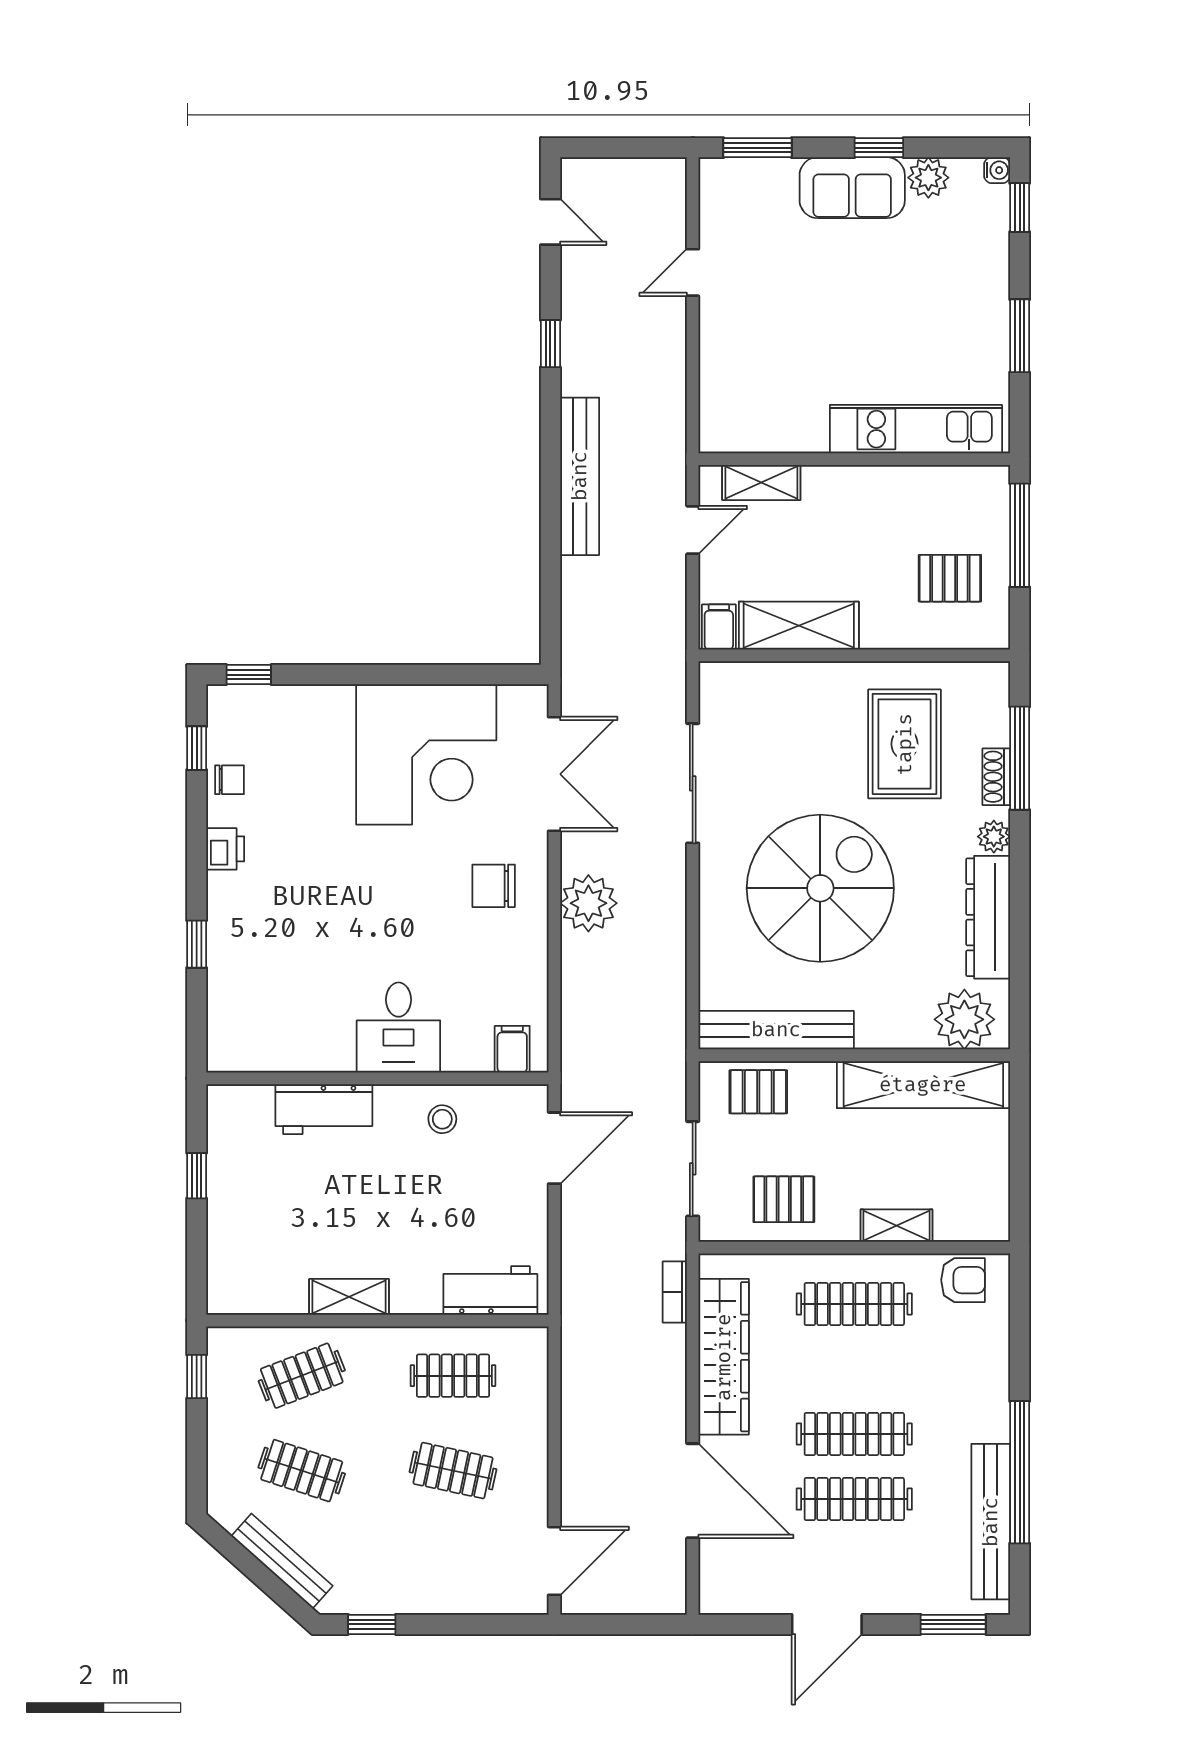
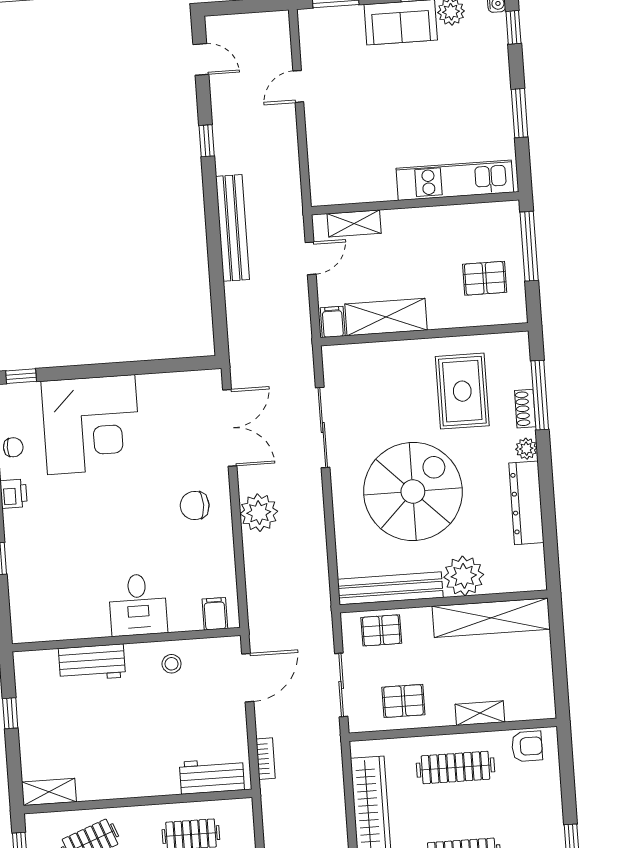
corner desk: (426, 754) -> (91, 425), moved
plant: (964, 1019) -> (464, 576), moved
bookcase: (675, 1292) -> (266, 759), moved, turned 180
shelving: (349, 1297) -> (49, 792), moved

